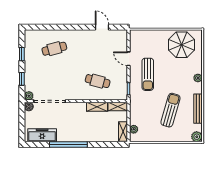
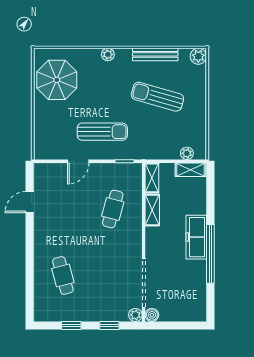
freezer: (42, 135) -> (196, 237), moved

